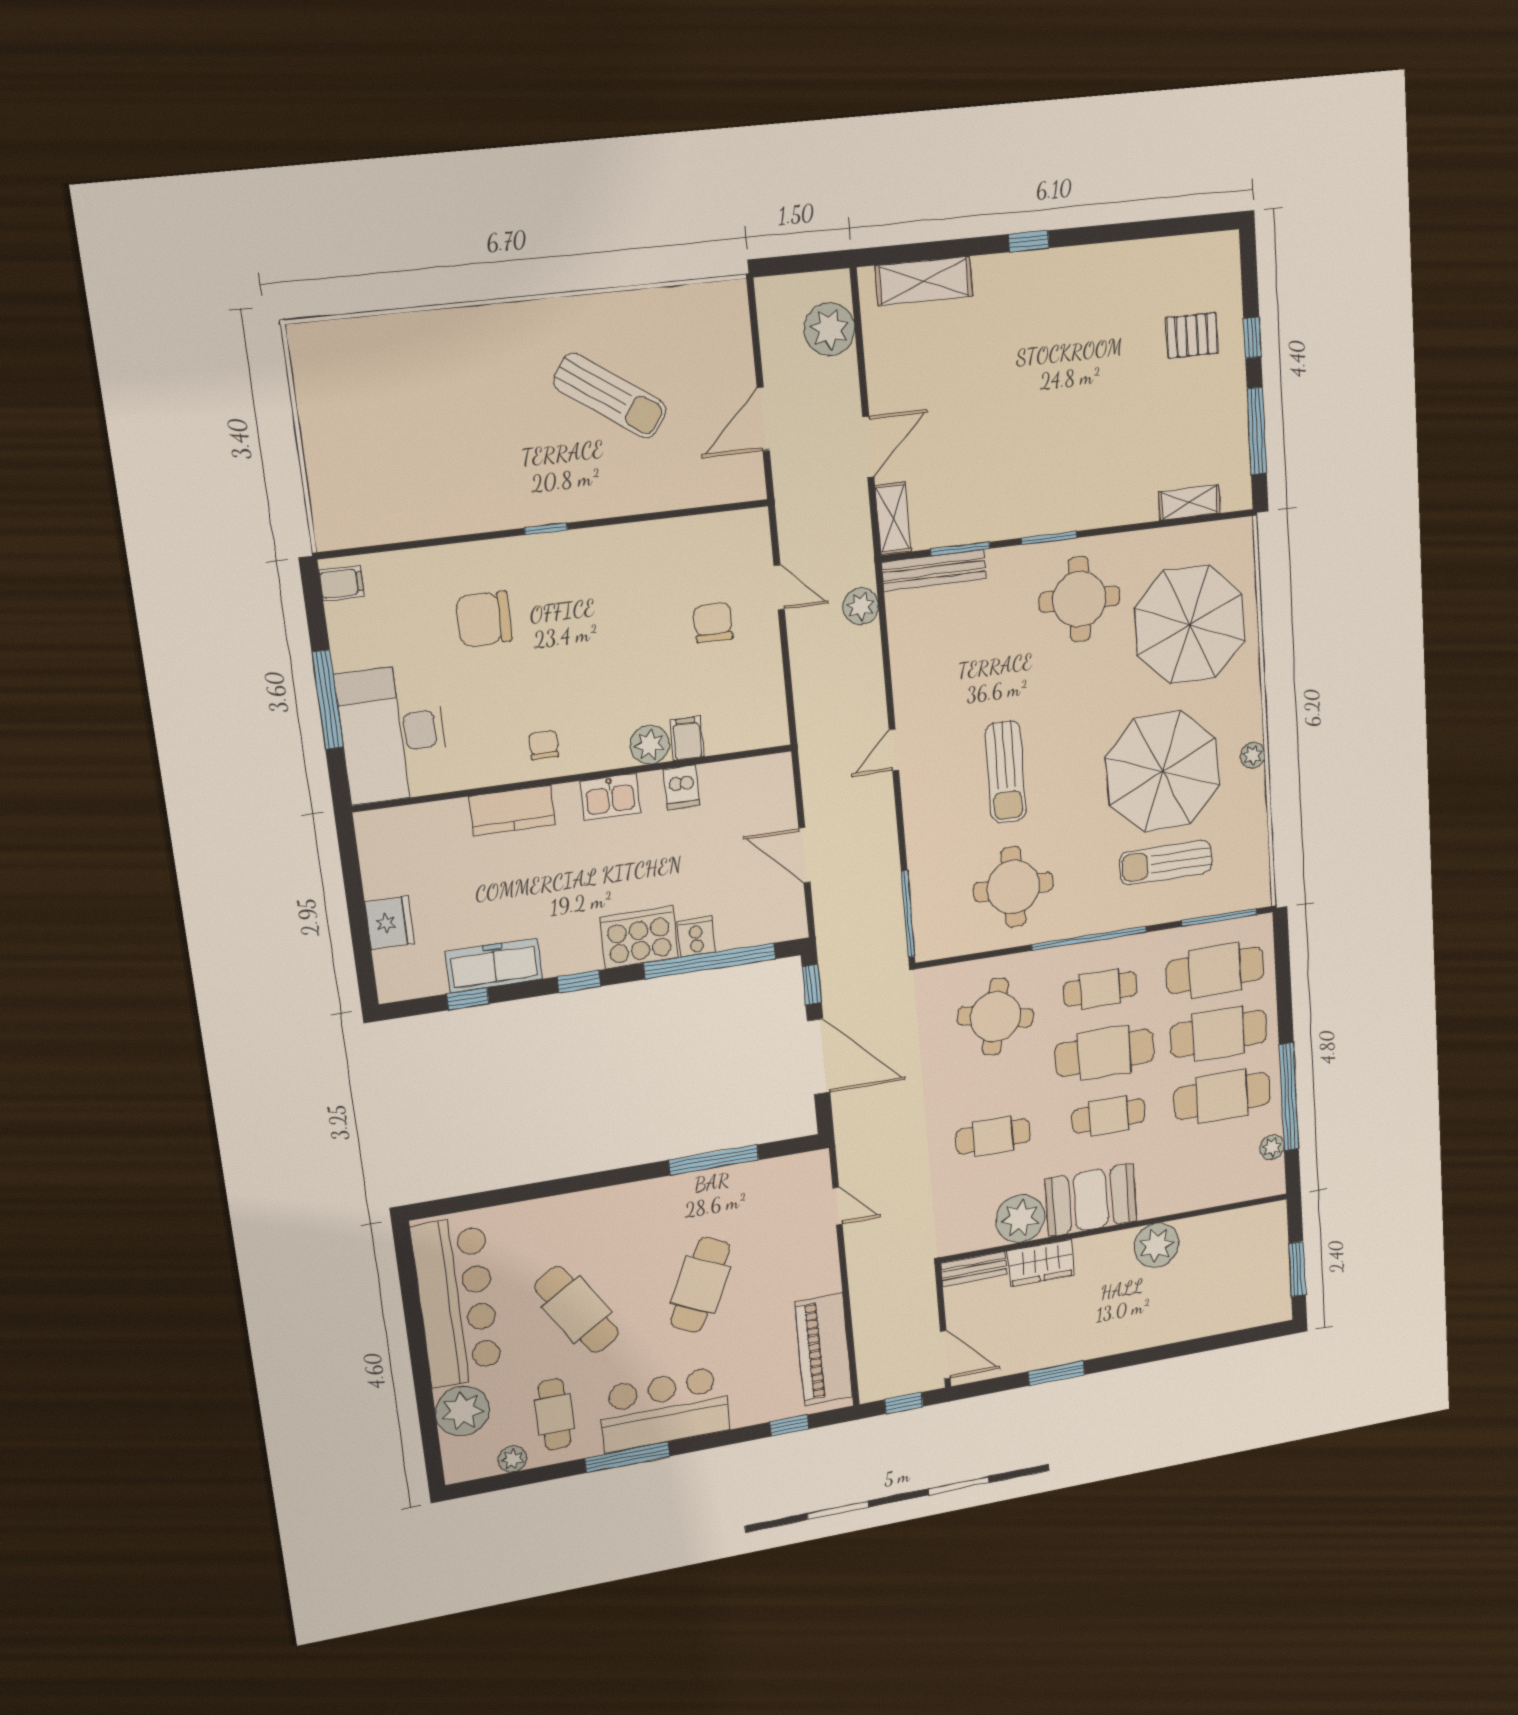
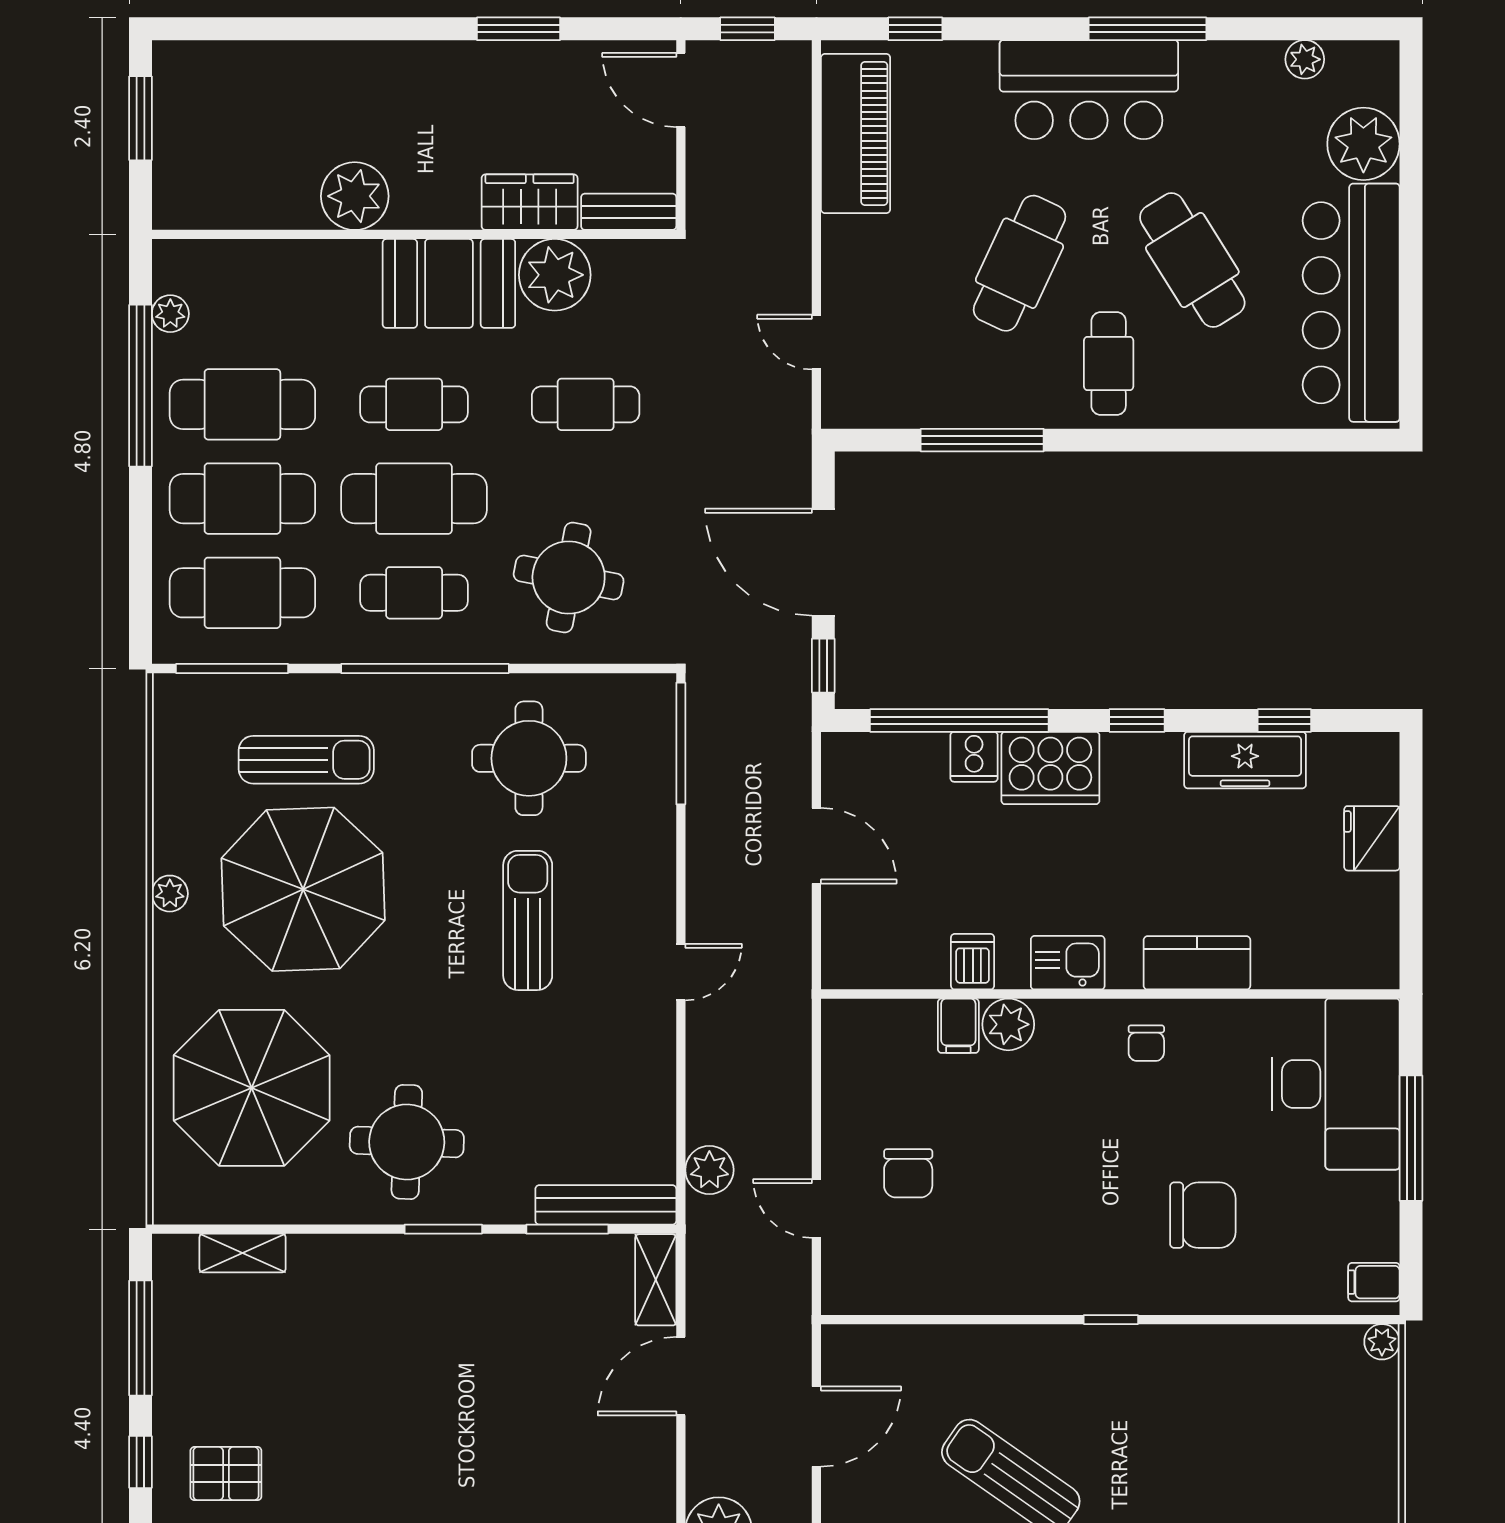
plant: (329, 537) -> (1382, 1342), added
cafe table: (554, 1414) -> (1109, 364), moved

